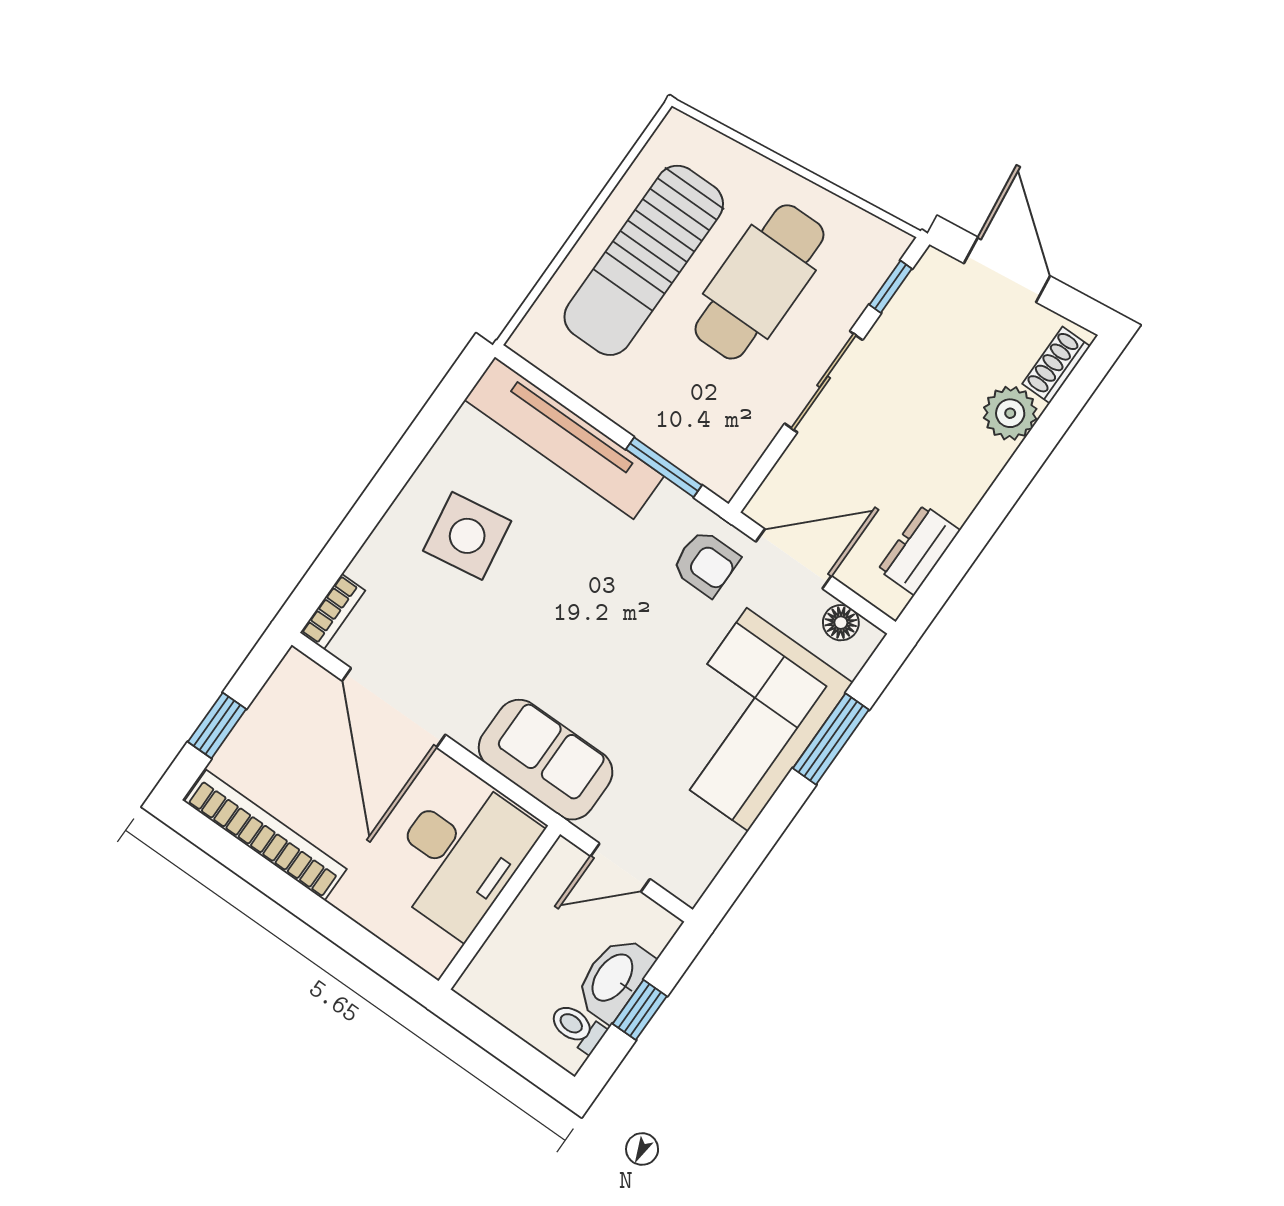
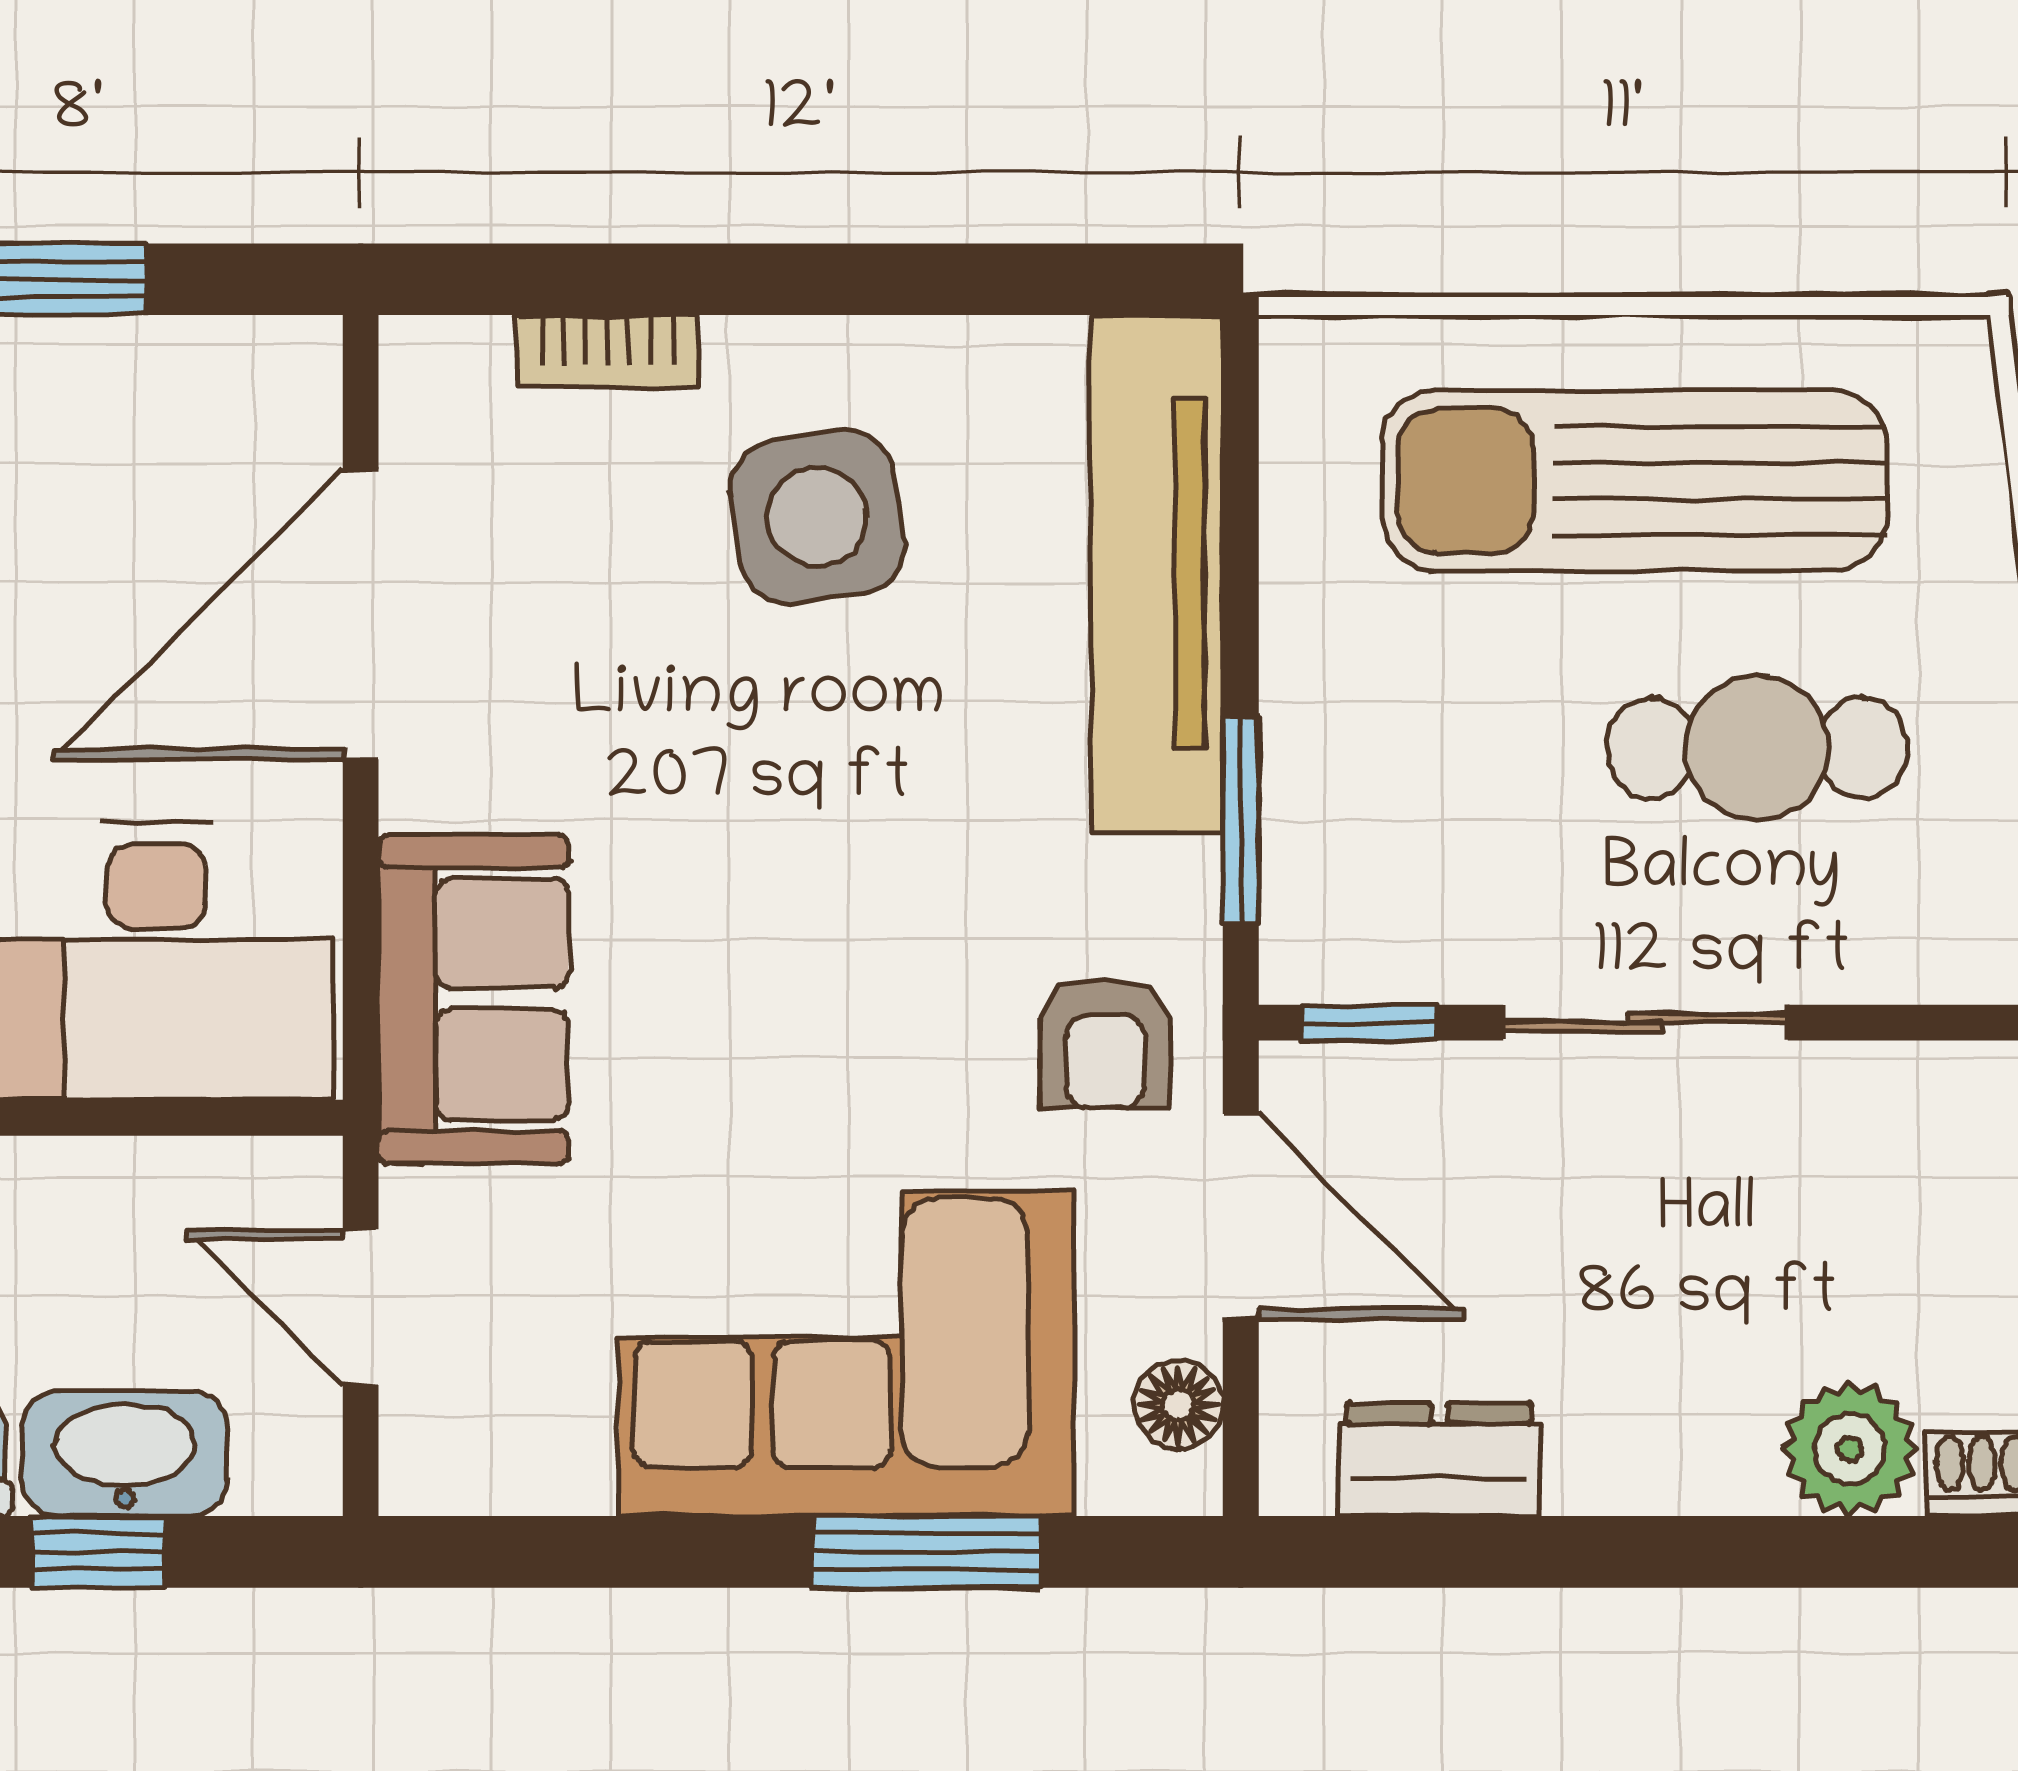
cafe table: (759, 282) -> (1757, 748), width x0.73, depth x0.74
window: (891, 287) -> (1369, 1023), moved
bookcase: (333, 612) -> (607, 351), moved

